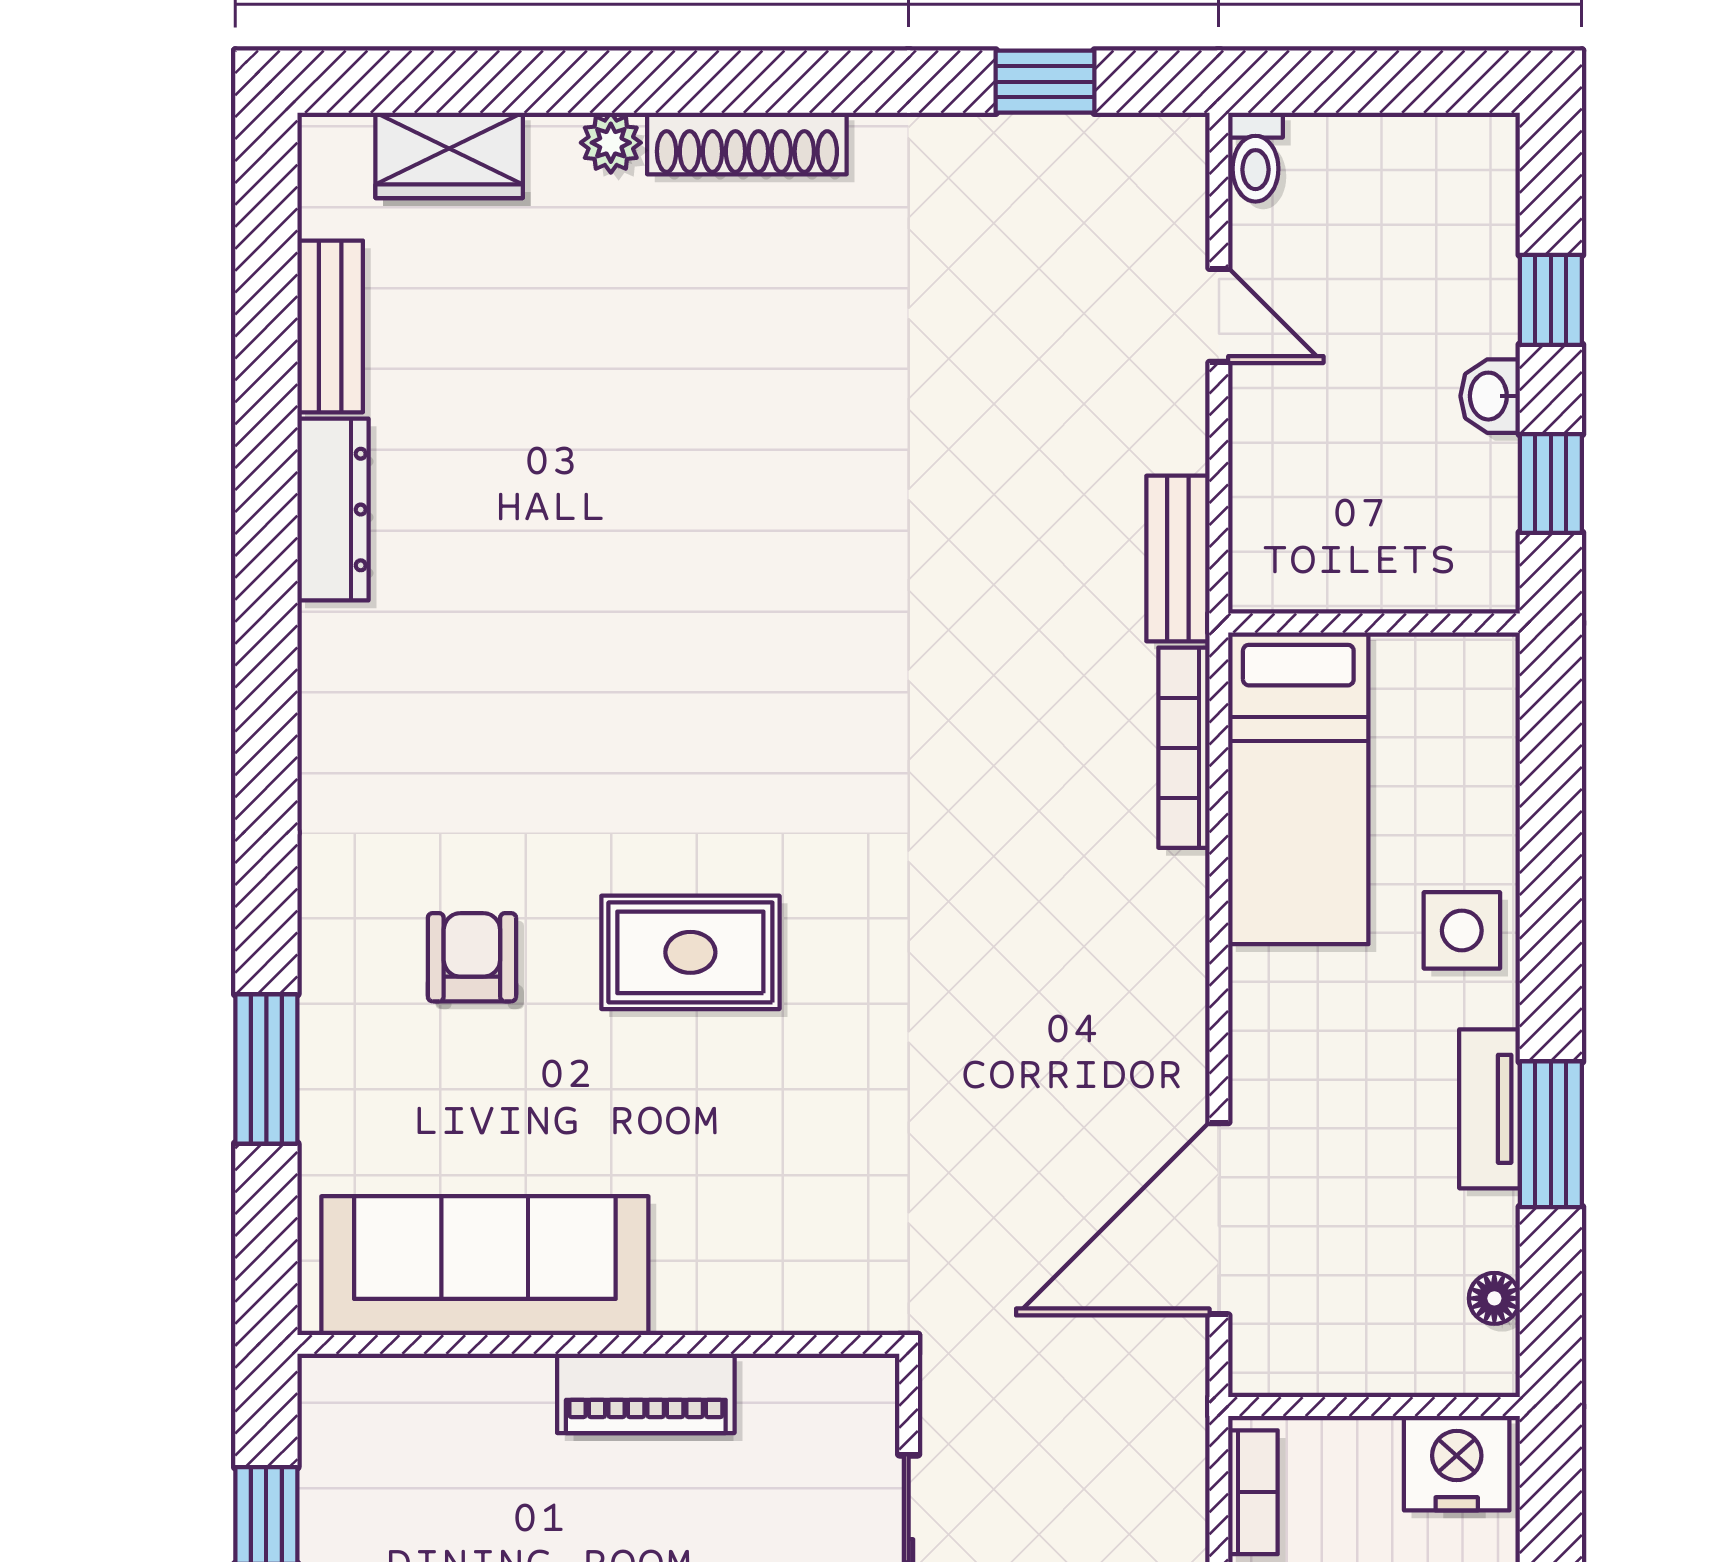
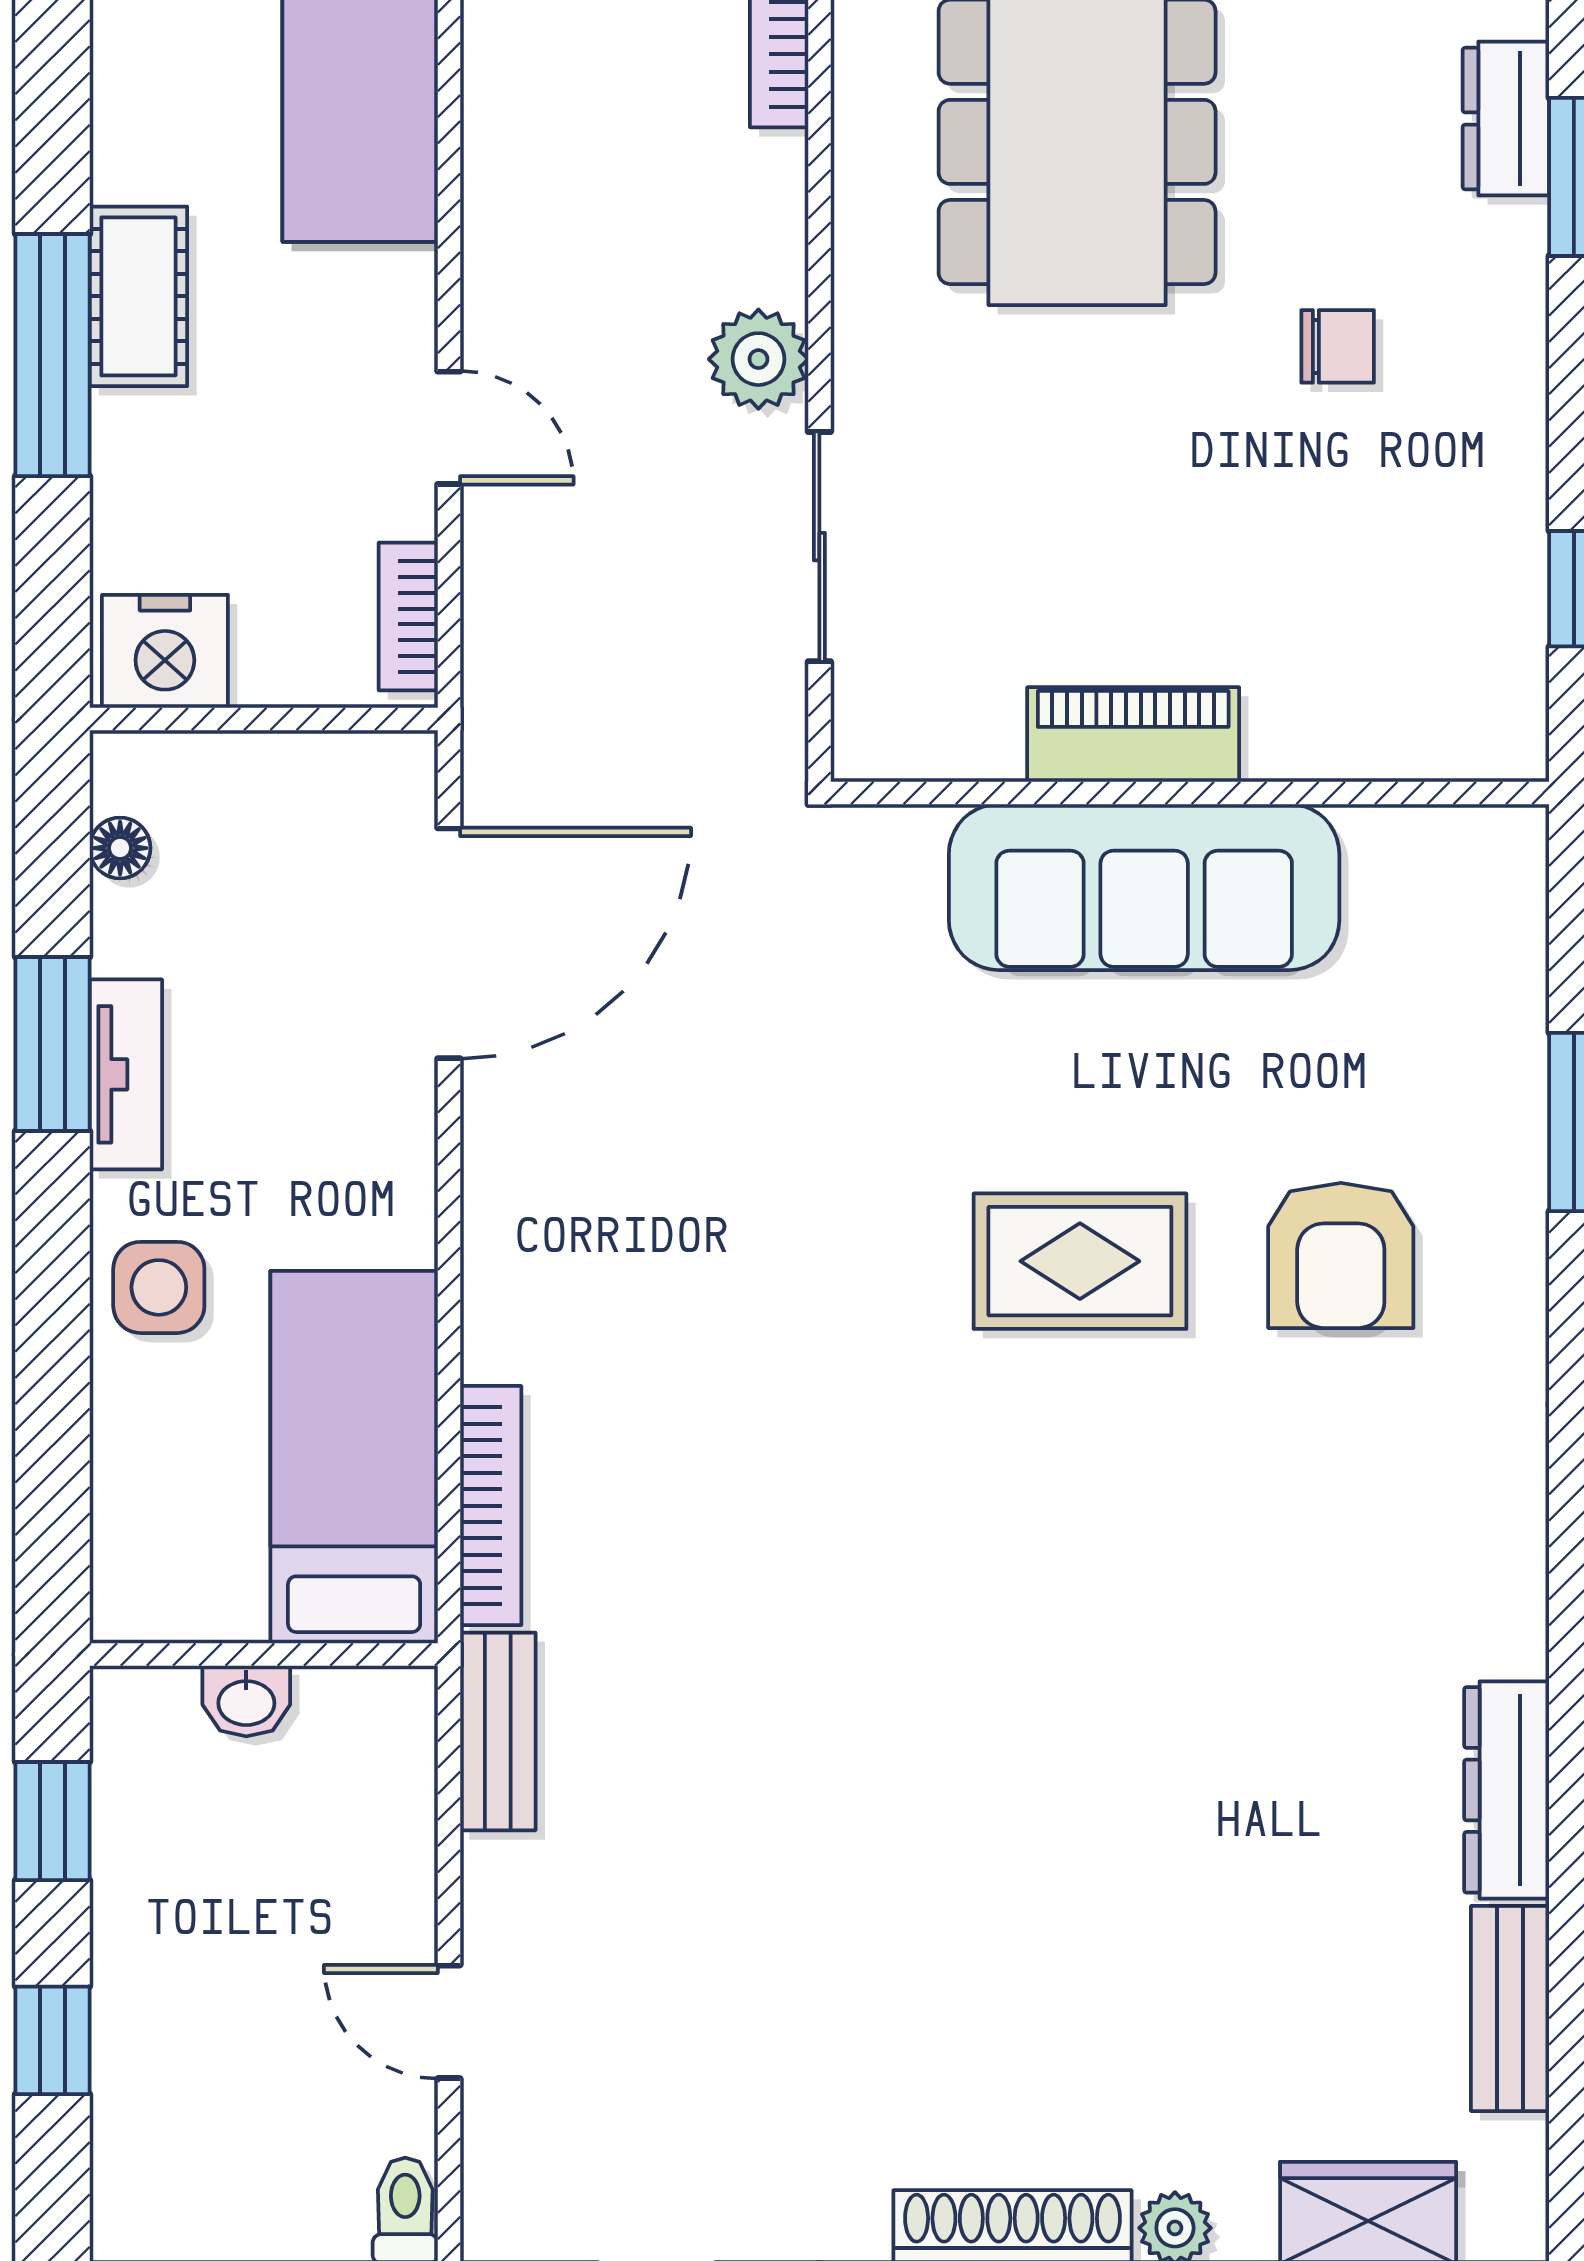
washbasin: (1490, 396) -> (246, 1701), moved, turned 90
armchair: (472, 957) -> (1341, 1255), width x1.38, depth x1.38
sofa: (485, 1266) -> (1144, 887), moved

